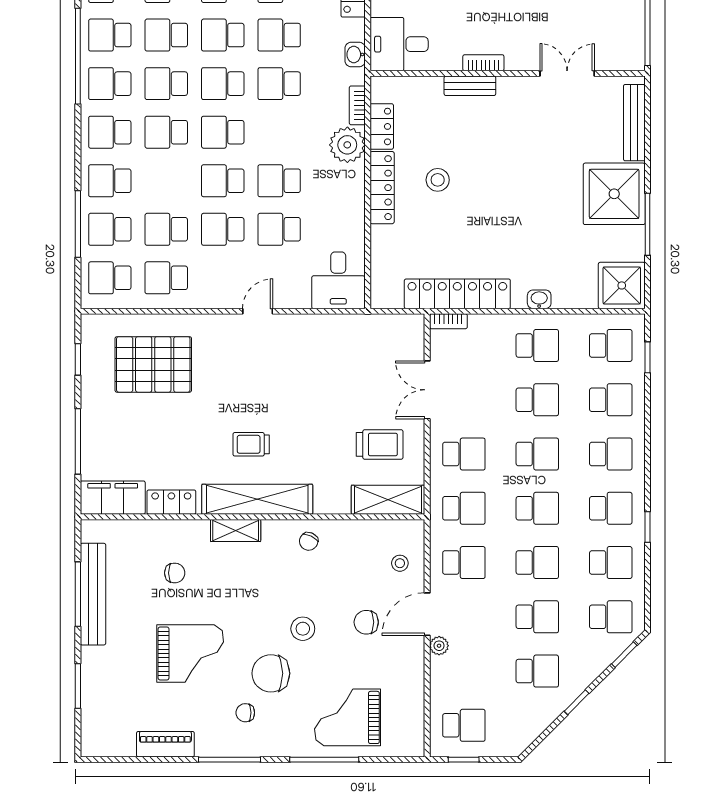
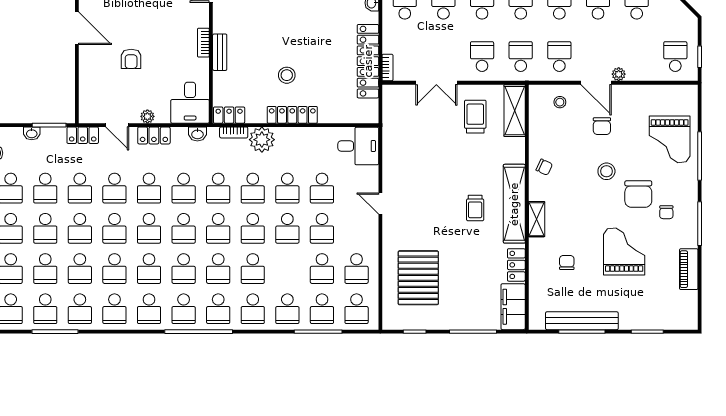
locker: (382, 126) -> (229, 115), moved
school desk: (279, 132) -> (253, 188), added

